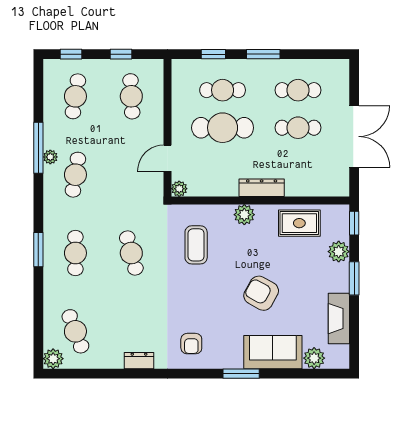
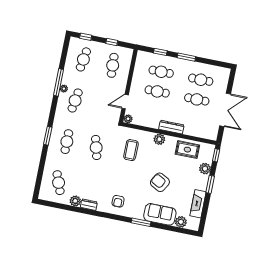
cafe table: (223, 128) -> (157, 91), width x0.73, depth x0.74
plant: (53, 359) -> (75, 201), moved

